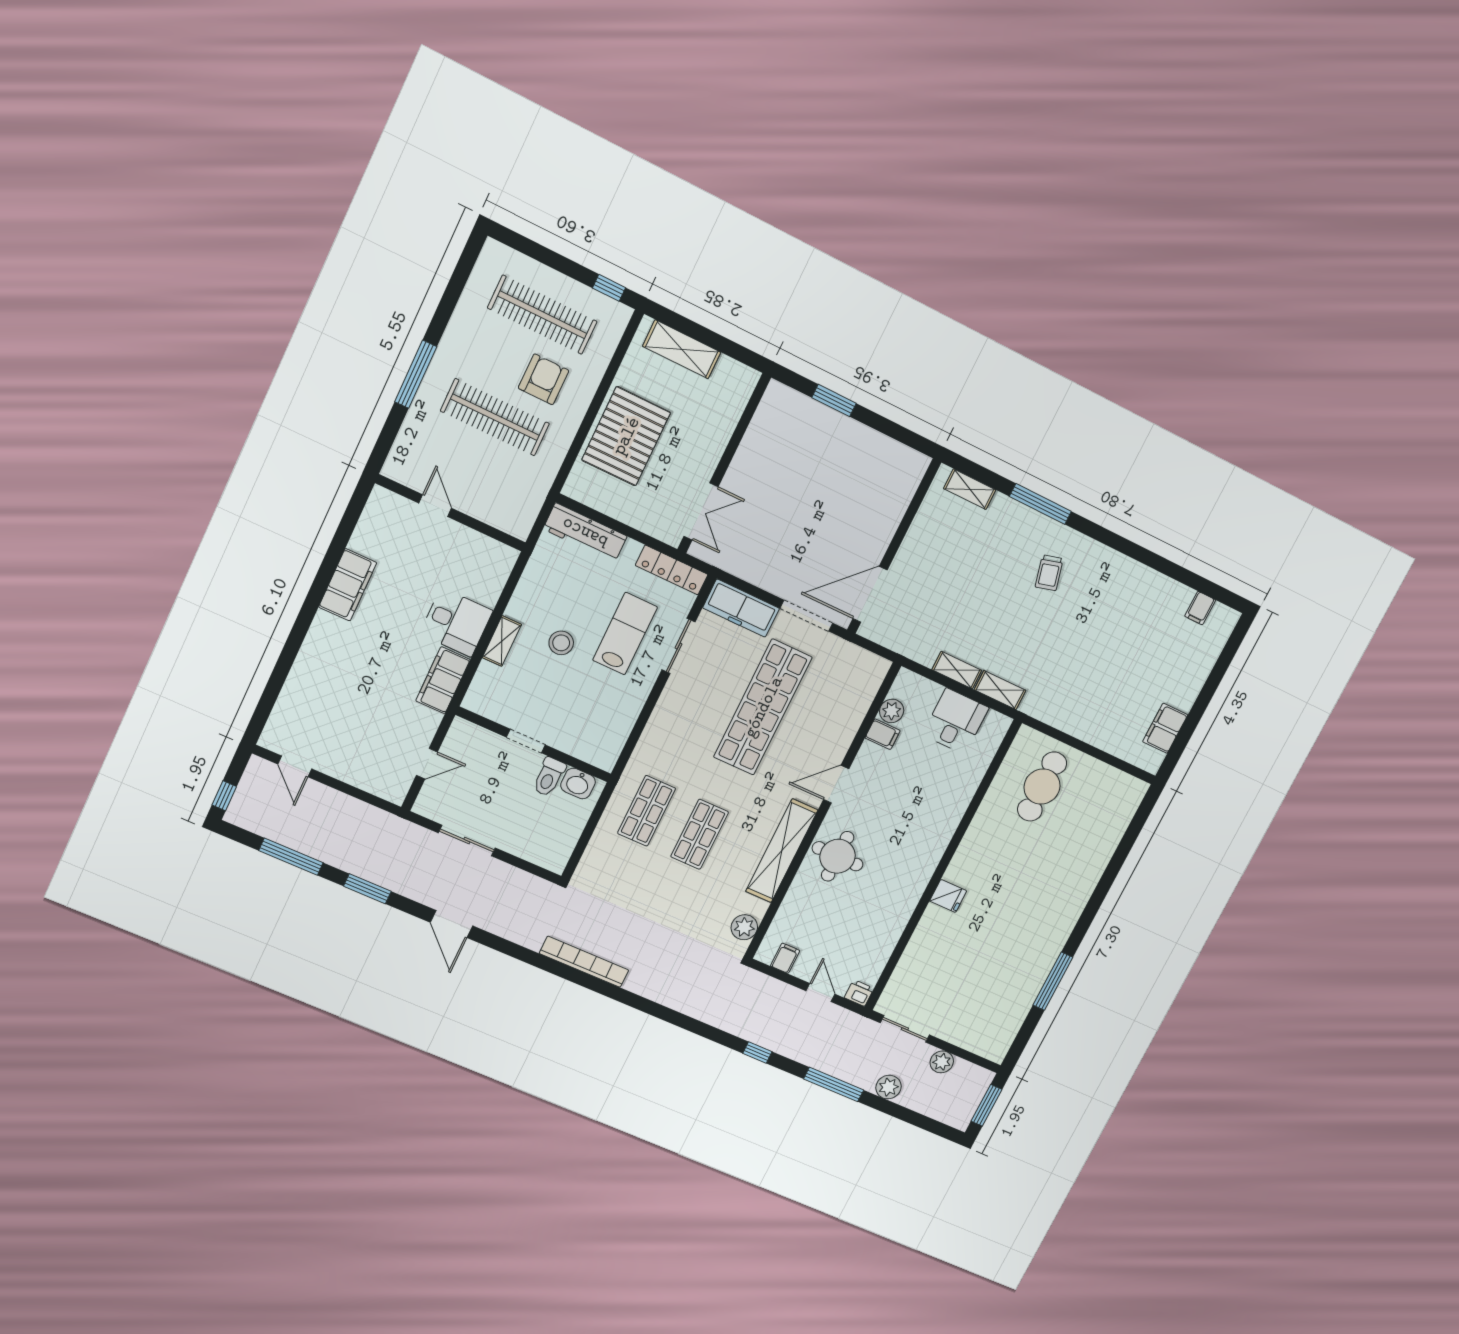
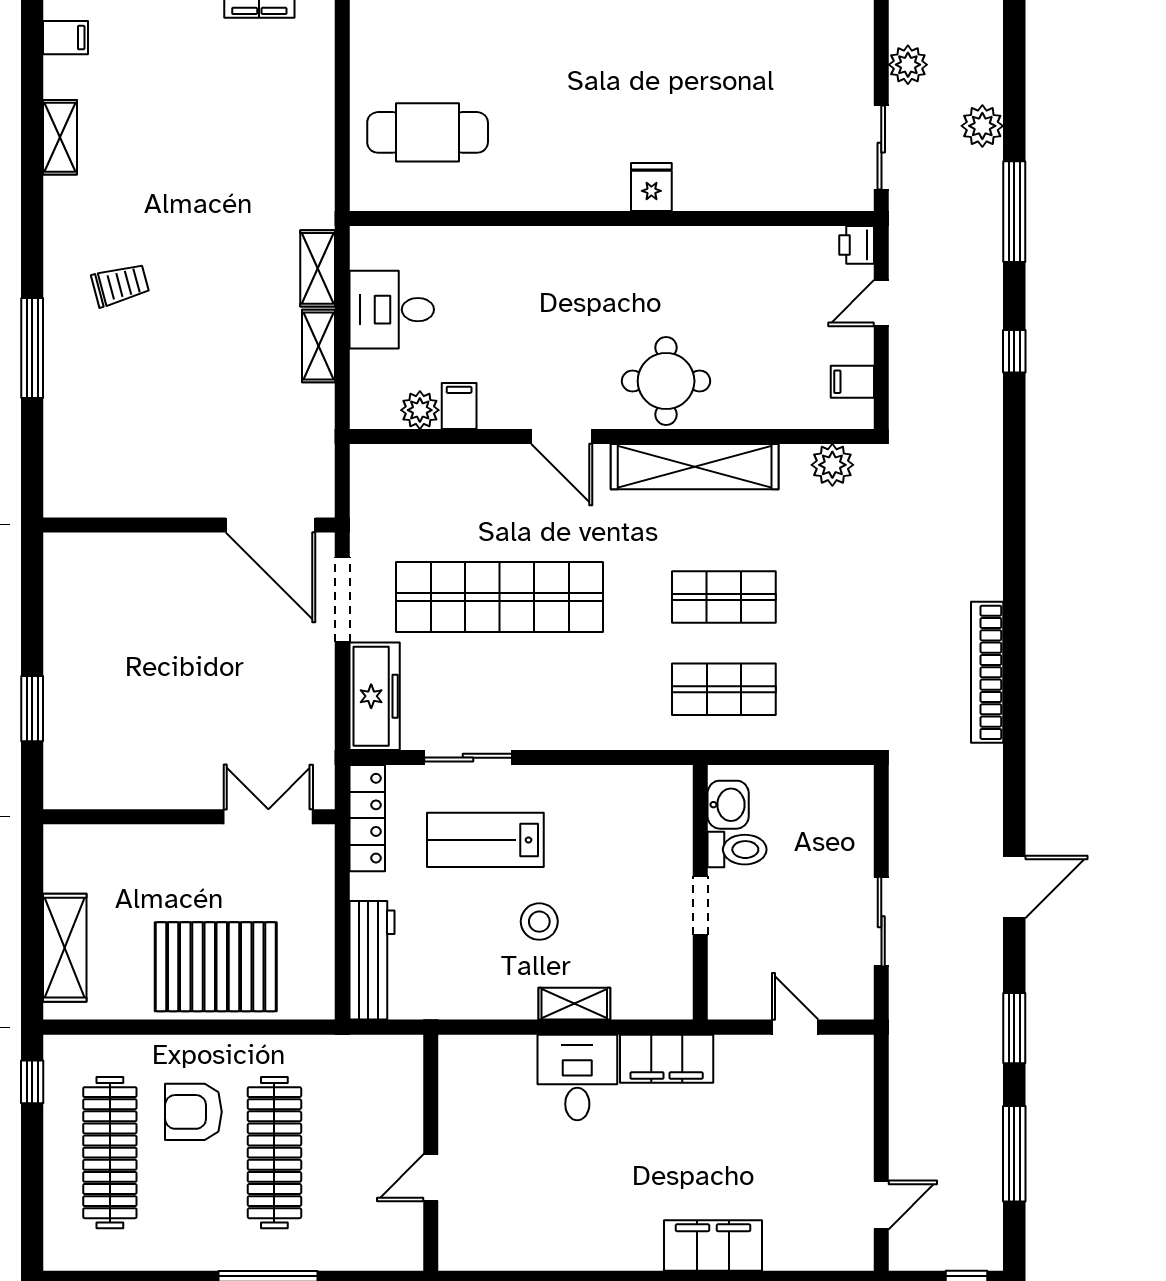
shelving: (970, 489) -> (60, 137), moved
filing cabinet: (348, 585) -> (713, 1245), moved

